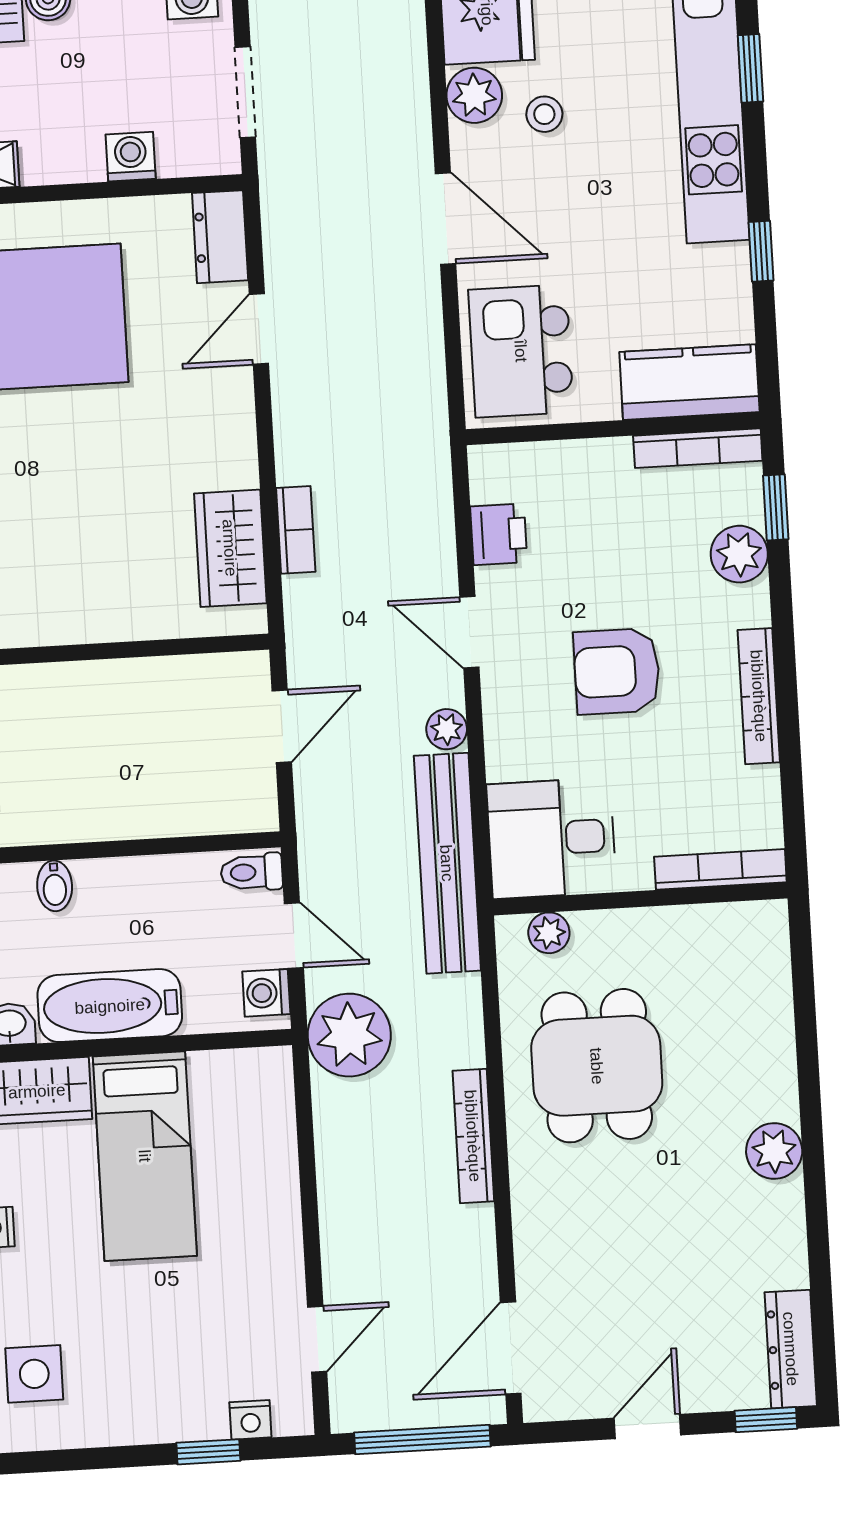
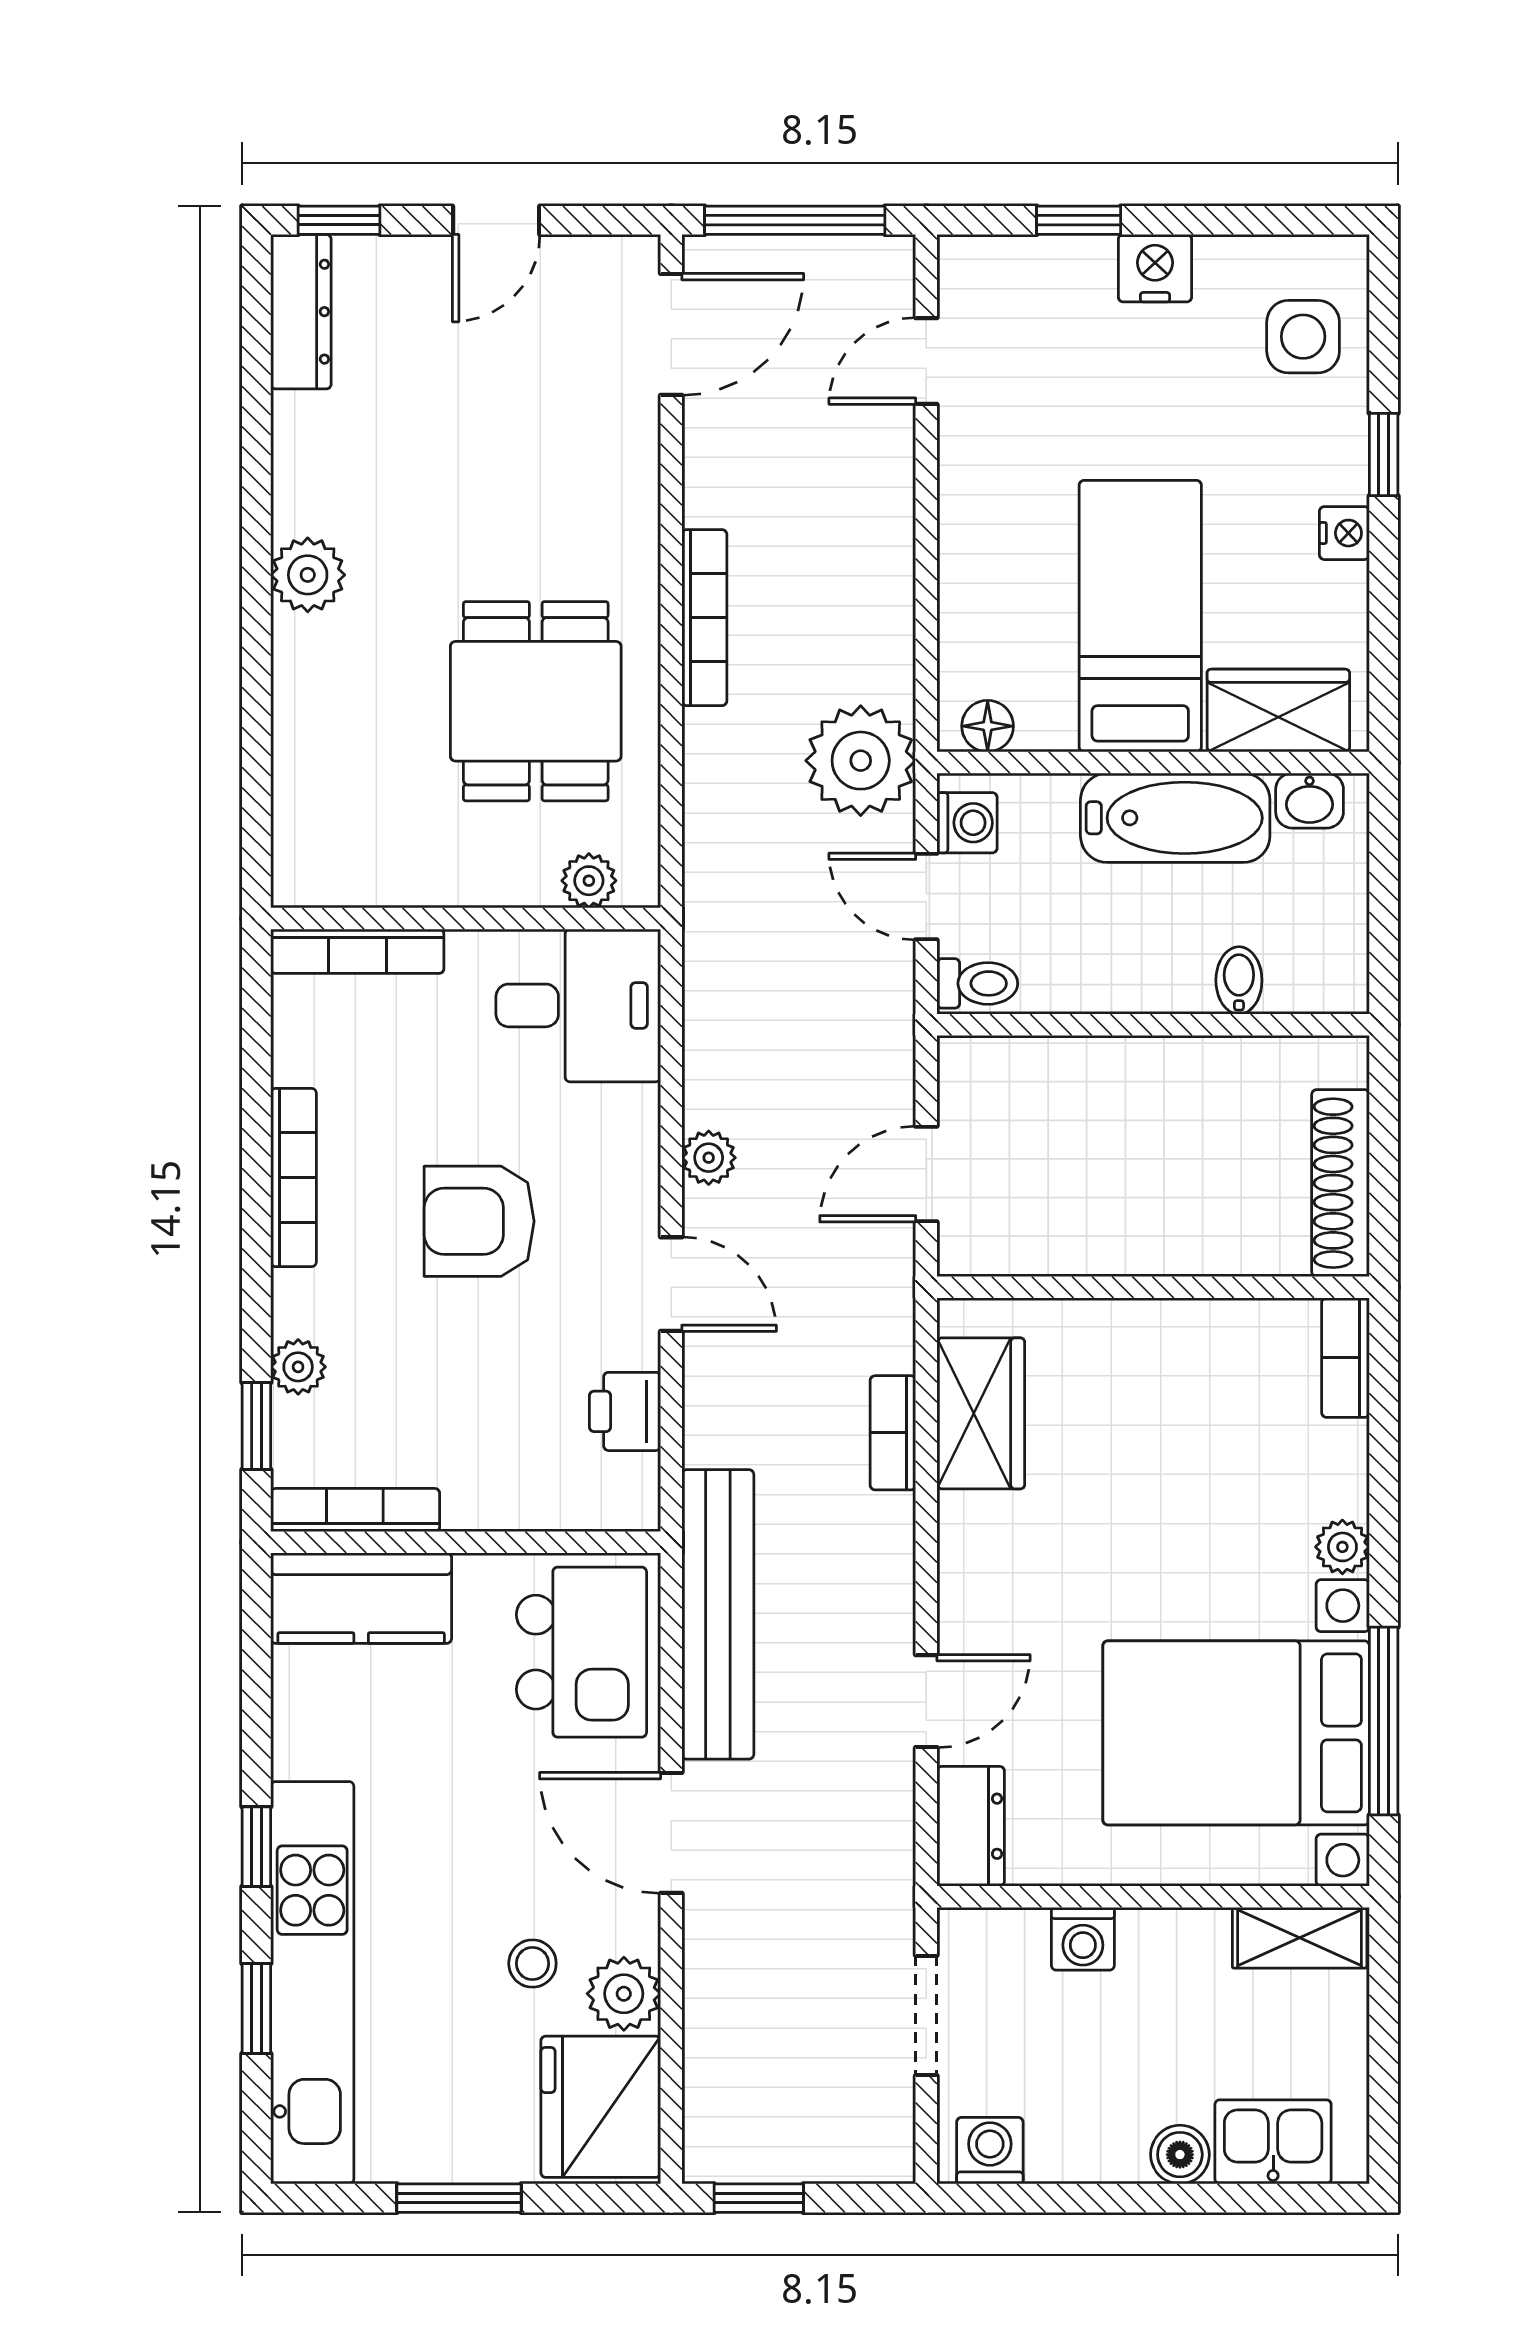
window: (761, 251) -> (256, 1847), moved
plant: (739, 554) -> (298, 1367), width x0.73, depth x0.73
armchair: (617, 671) -> (479, 1221), turned 180
bench: (447, 863) -> (718, 1614), moved
floor lamp: (255, 1067) -> (988, 726), added
nightstand: (250, 1420) -> (1155, 268), moved, width x1.39, depth x1.35

